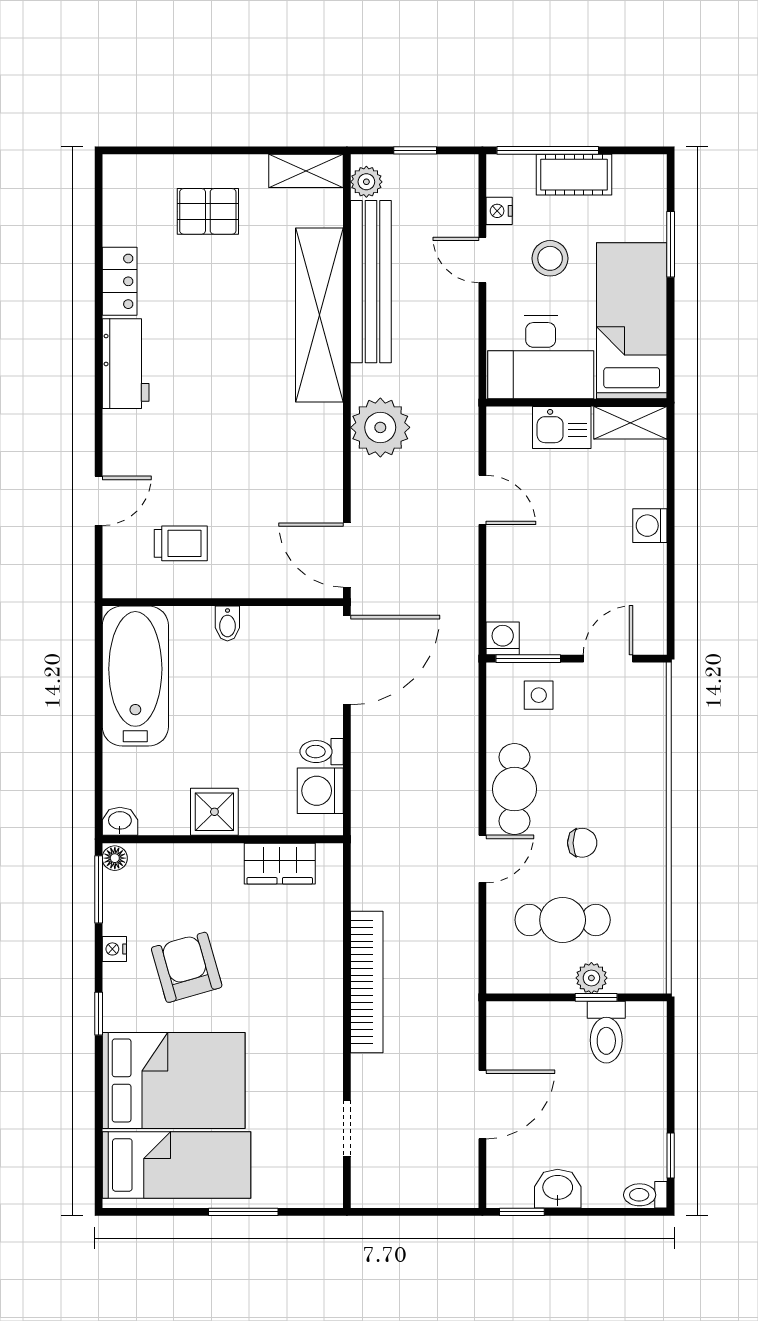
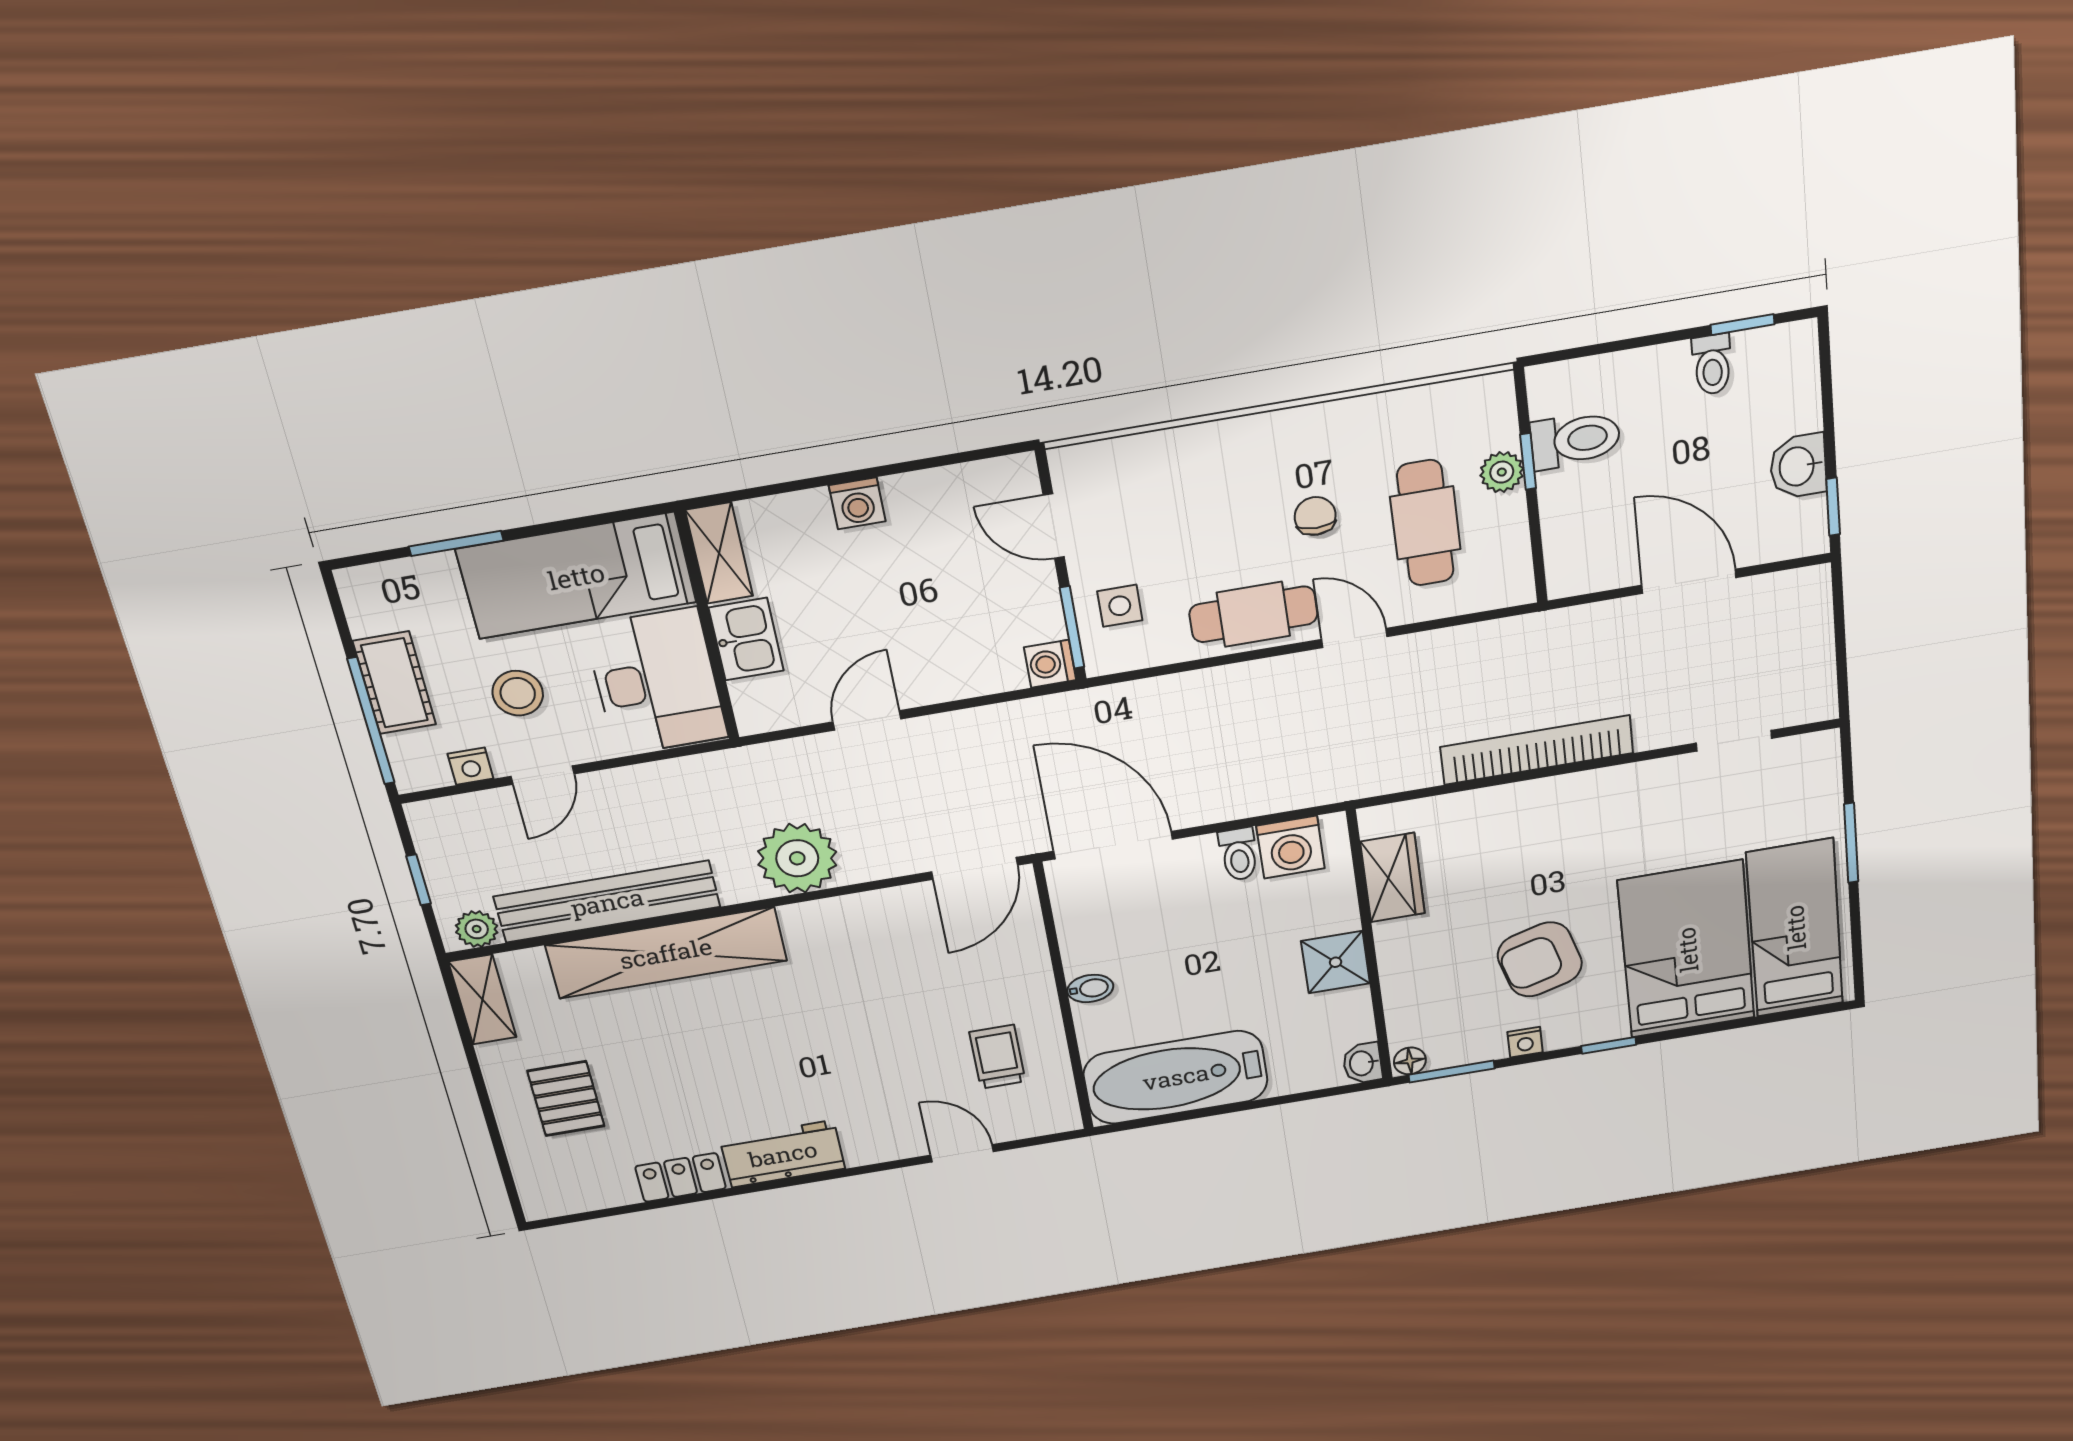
toilet: (645, 1195) -> (1712, 364), moved

